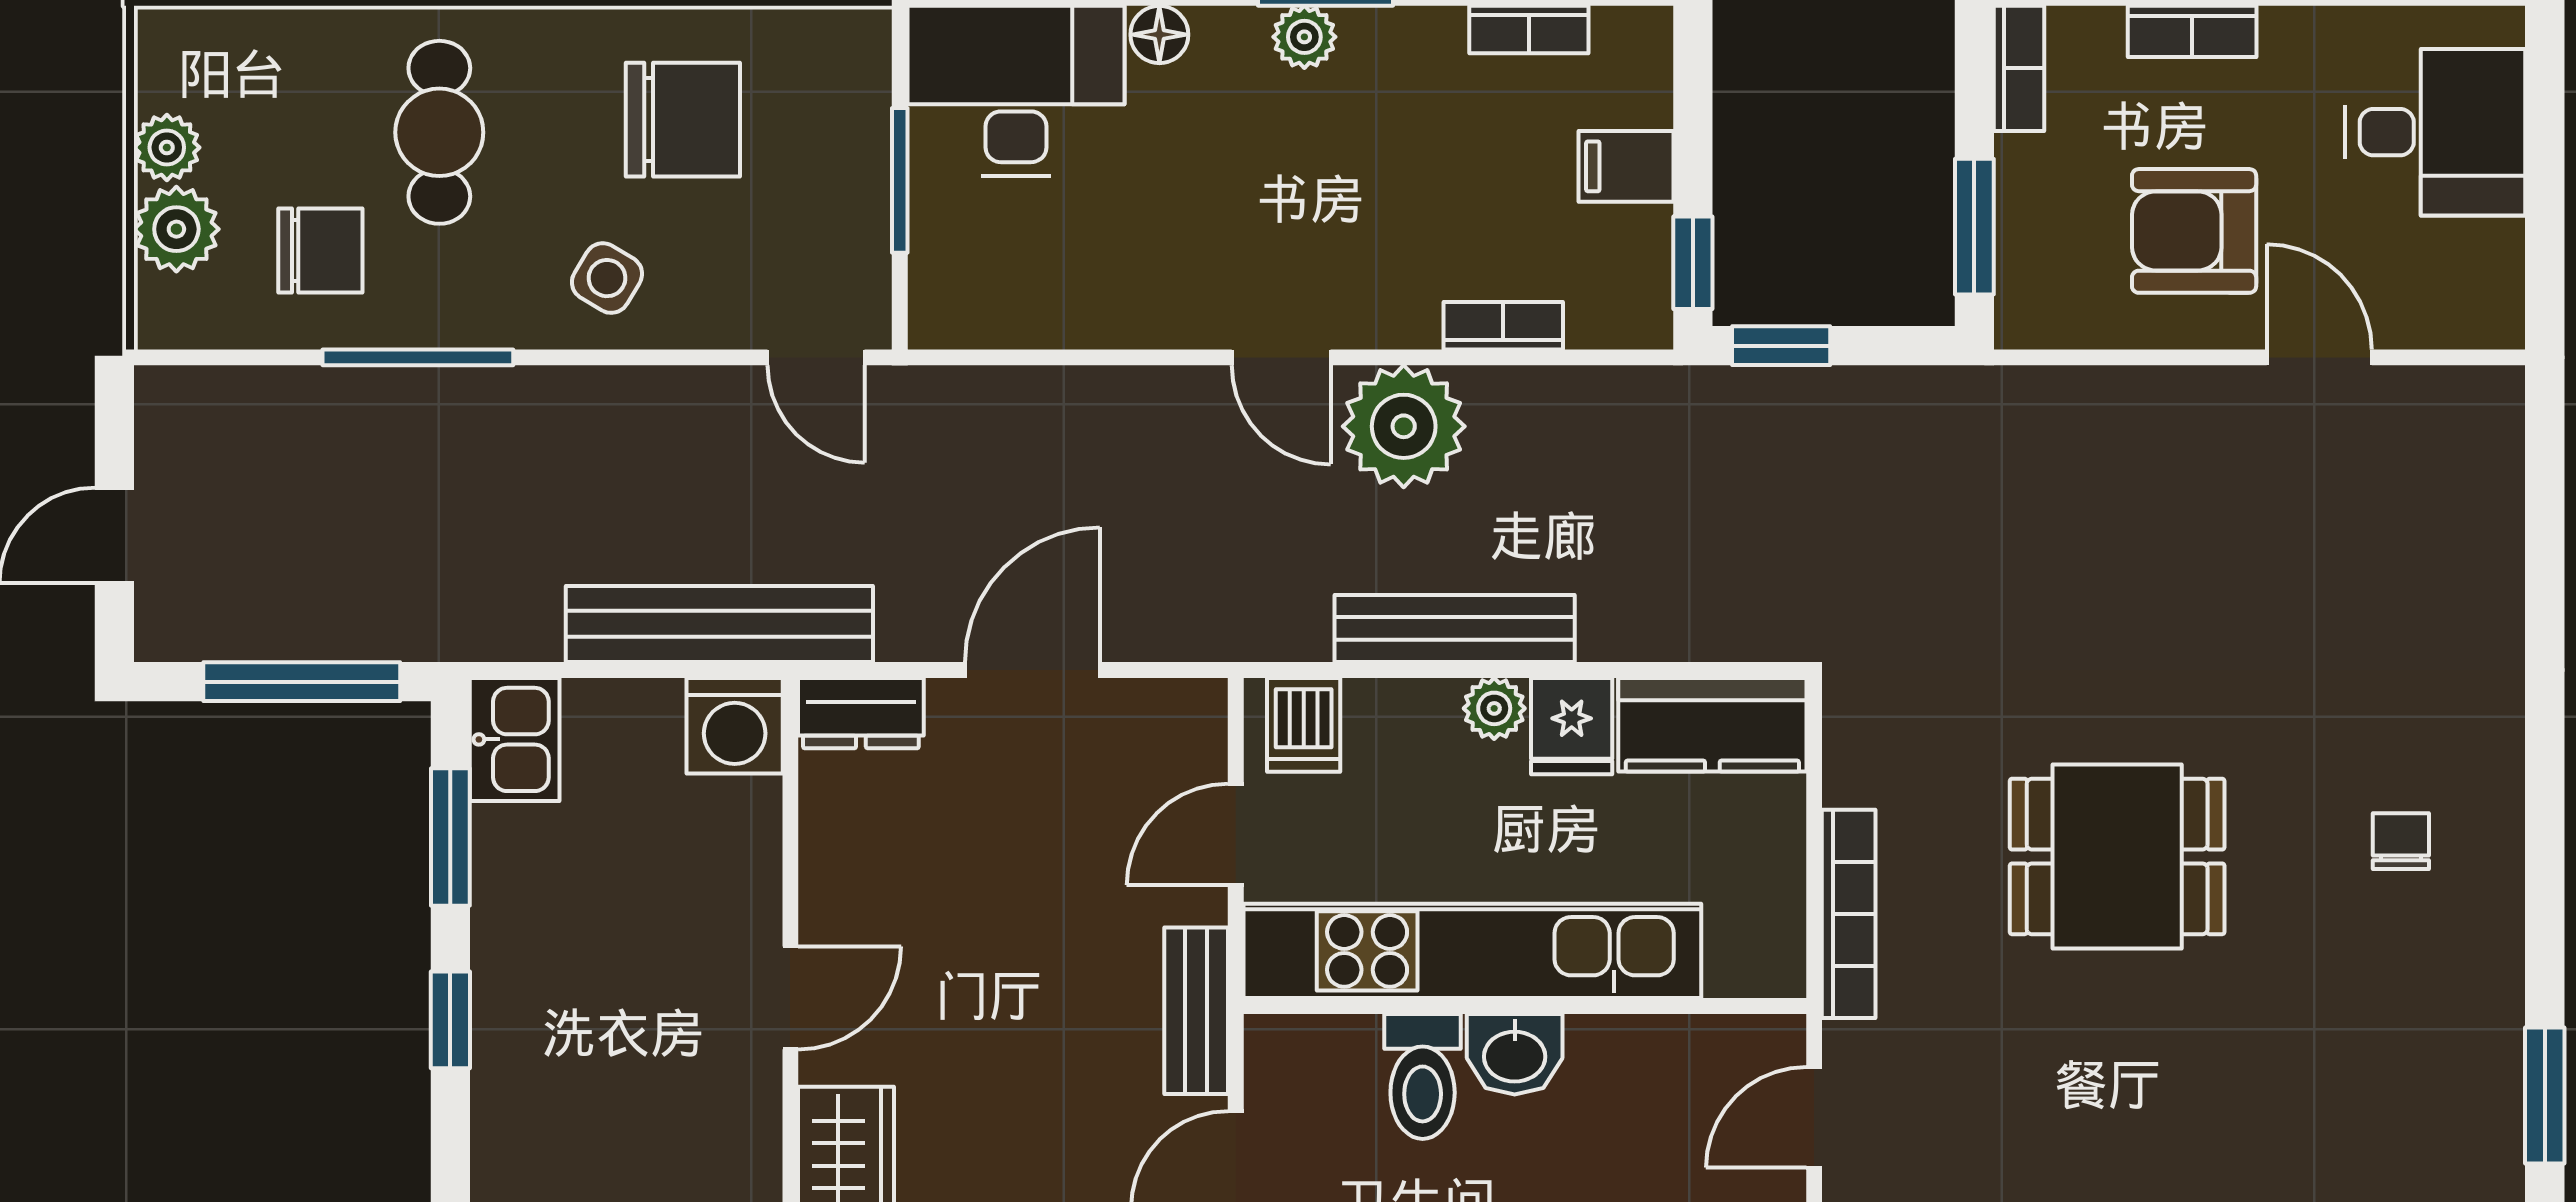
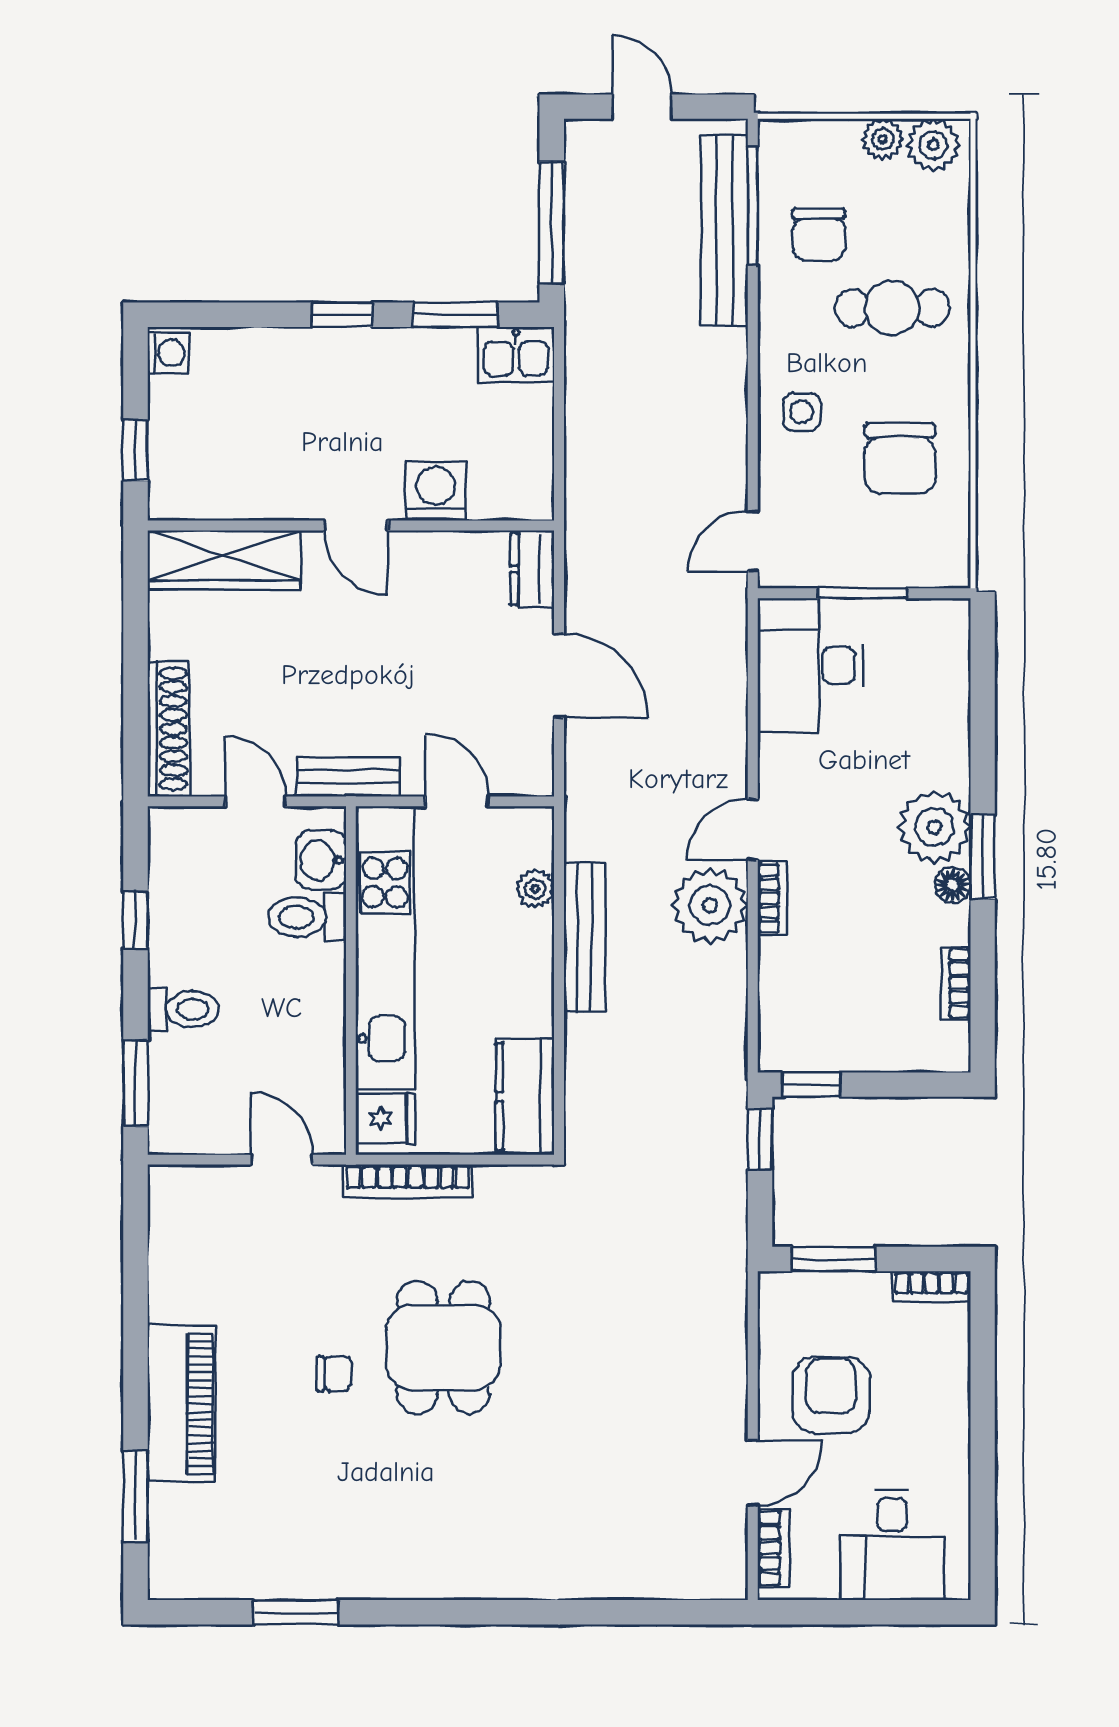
bookcase: (2192, 31) -> (773, 1548), moved, turned 180
floor lamp: (1159, 35) -> (953, 885), moved
plant: (1304, 37) -> (934, 827), width x1.87, depth x1.87
desk: (1016, 91) -> (810, 665), moved, turned 180
filing cabinet: (1626, 166) -> (871, 1043), removed
plant: (176, 229) -> (933, 145), moved
side table: (607, 278) -> (802, 412), turned -31
bookcase: (1503, 326) -> (772, 898), moved
window: (418, 357) -> (753, 206), moved
bench: (719, 624) -> (724, 230), moved
plant: (1494, 708) -> (535, 889), moved
dishwasher: (1304, 725) -> (525, 843), removed
washing machine: (735, 726) -> (436, 491), moved, turned 90
fridge: (1572, 726) -> (386, 1119), moved, turned 180
chair: (2401, 841) -> (334, 1374), moved
washbasin: (1515, 1054) -> (321, 860), moved

